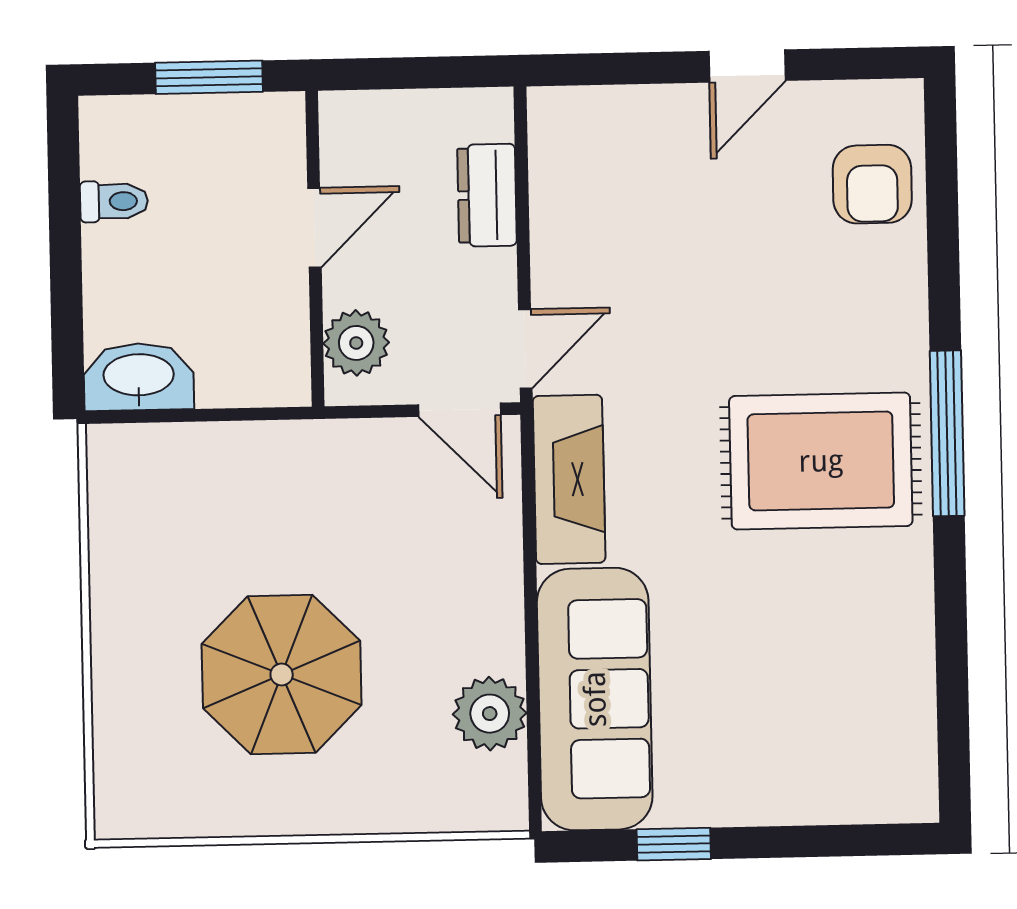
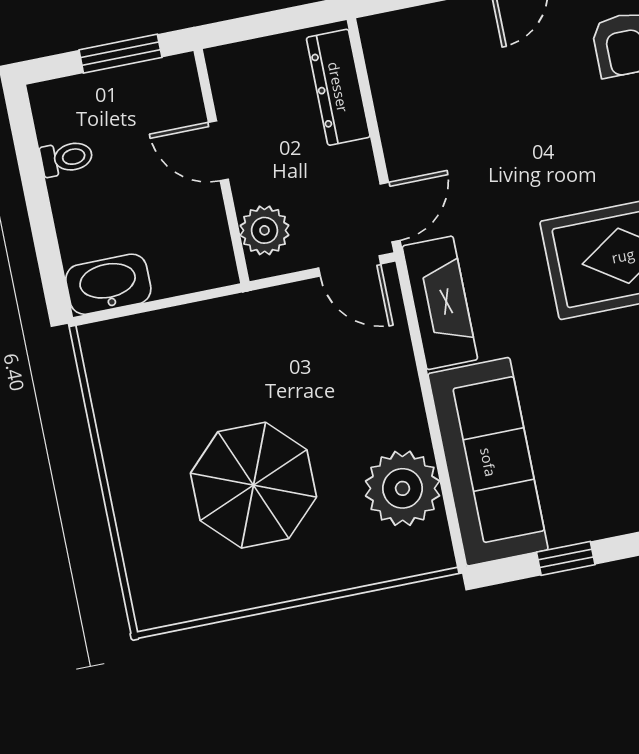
dresser: (487, 195) -> (338, 87), width x1.44
door: (314, 228) -> (218, 151), swing flipped
plant: (490, 714) -> (403, 488), width x1.36, depth x1.36

